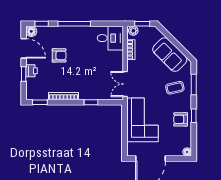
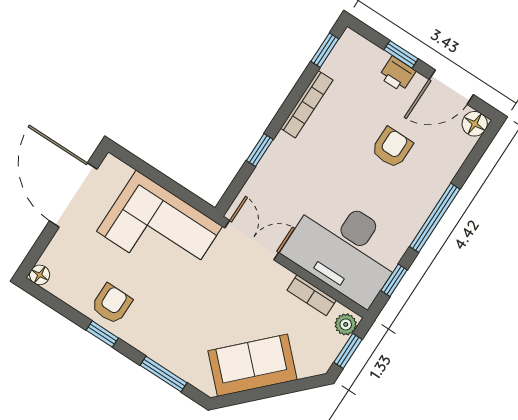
window: (42, 24) -> (394, 280), moved
desk: (110, 38) -> (345, 249), width x1.87, depth x1.30
armchair: (59, 55) -> (392, 148), turned 180
coffee table: (175, 88) -> (181, 333), removed

